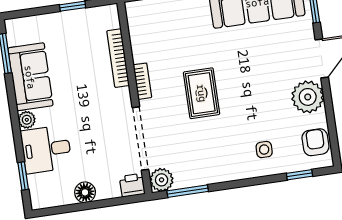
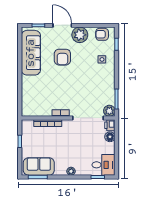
armchair: (257, 68) -> (62, 57), added
sofa: (30, 77) -> (39, 166), moved
rug: (202, 93) -> (71, 86), removed
desk: (46, 149) -> (104, 165), moved, turned -90
floor lamp: (85, 192) -> (110, 137), moved

